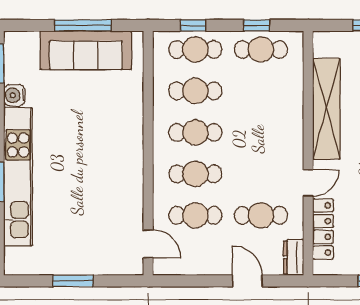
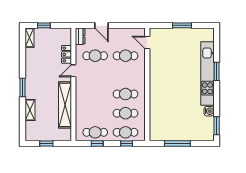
sofa: (86, 50) -> (176, 132), removed
cafe table: (195, 174) -> (125, 75), removed
locker: (323, 229) -> (66, 54), width x0.66

